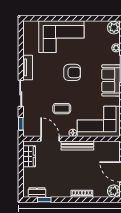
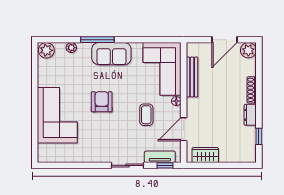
tv unit: (28, 67) -> (160, 157), moved
bench: (77, 146) -> (192, 77), moved
dresser: (37, 193) -> (250, 115), moved

